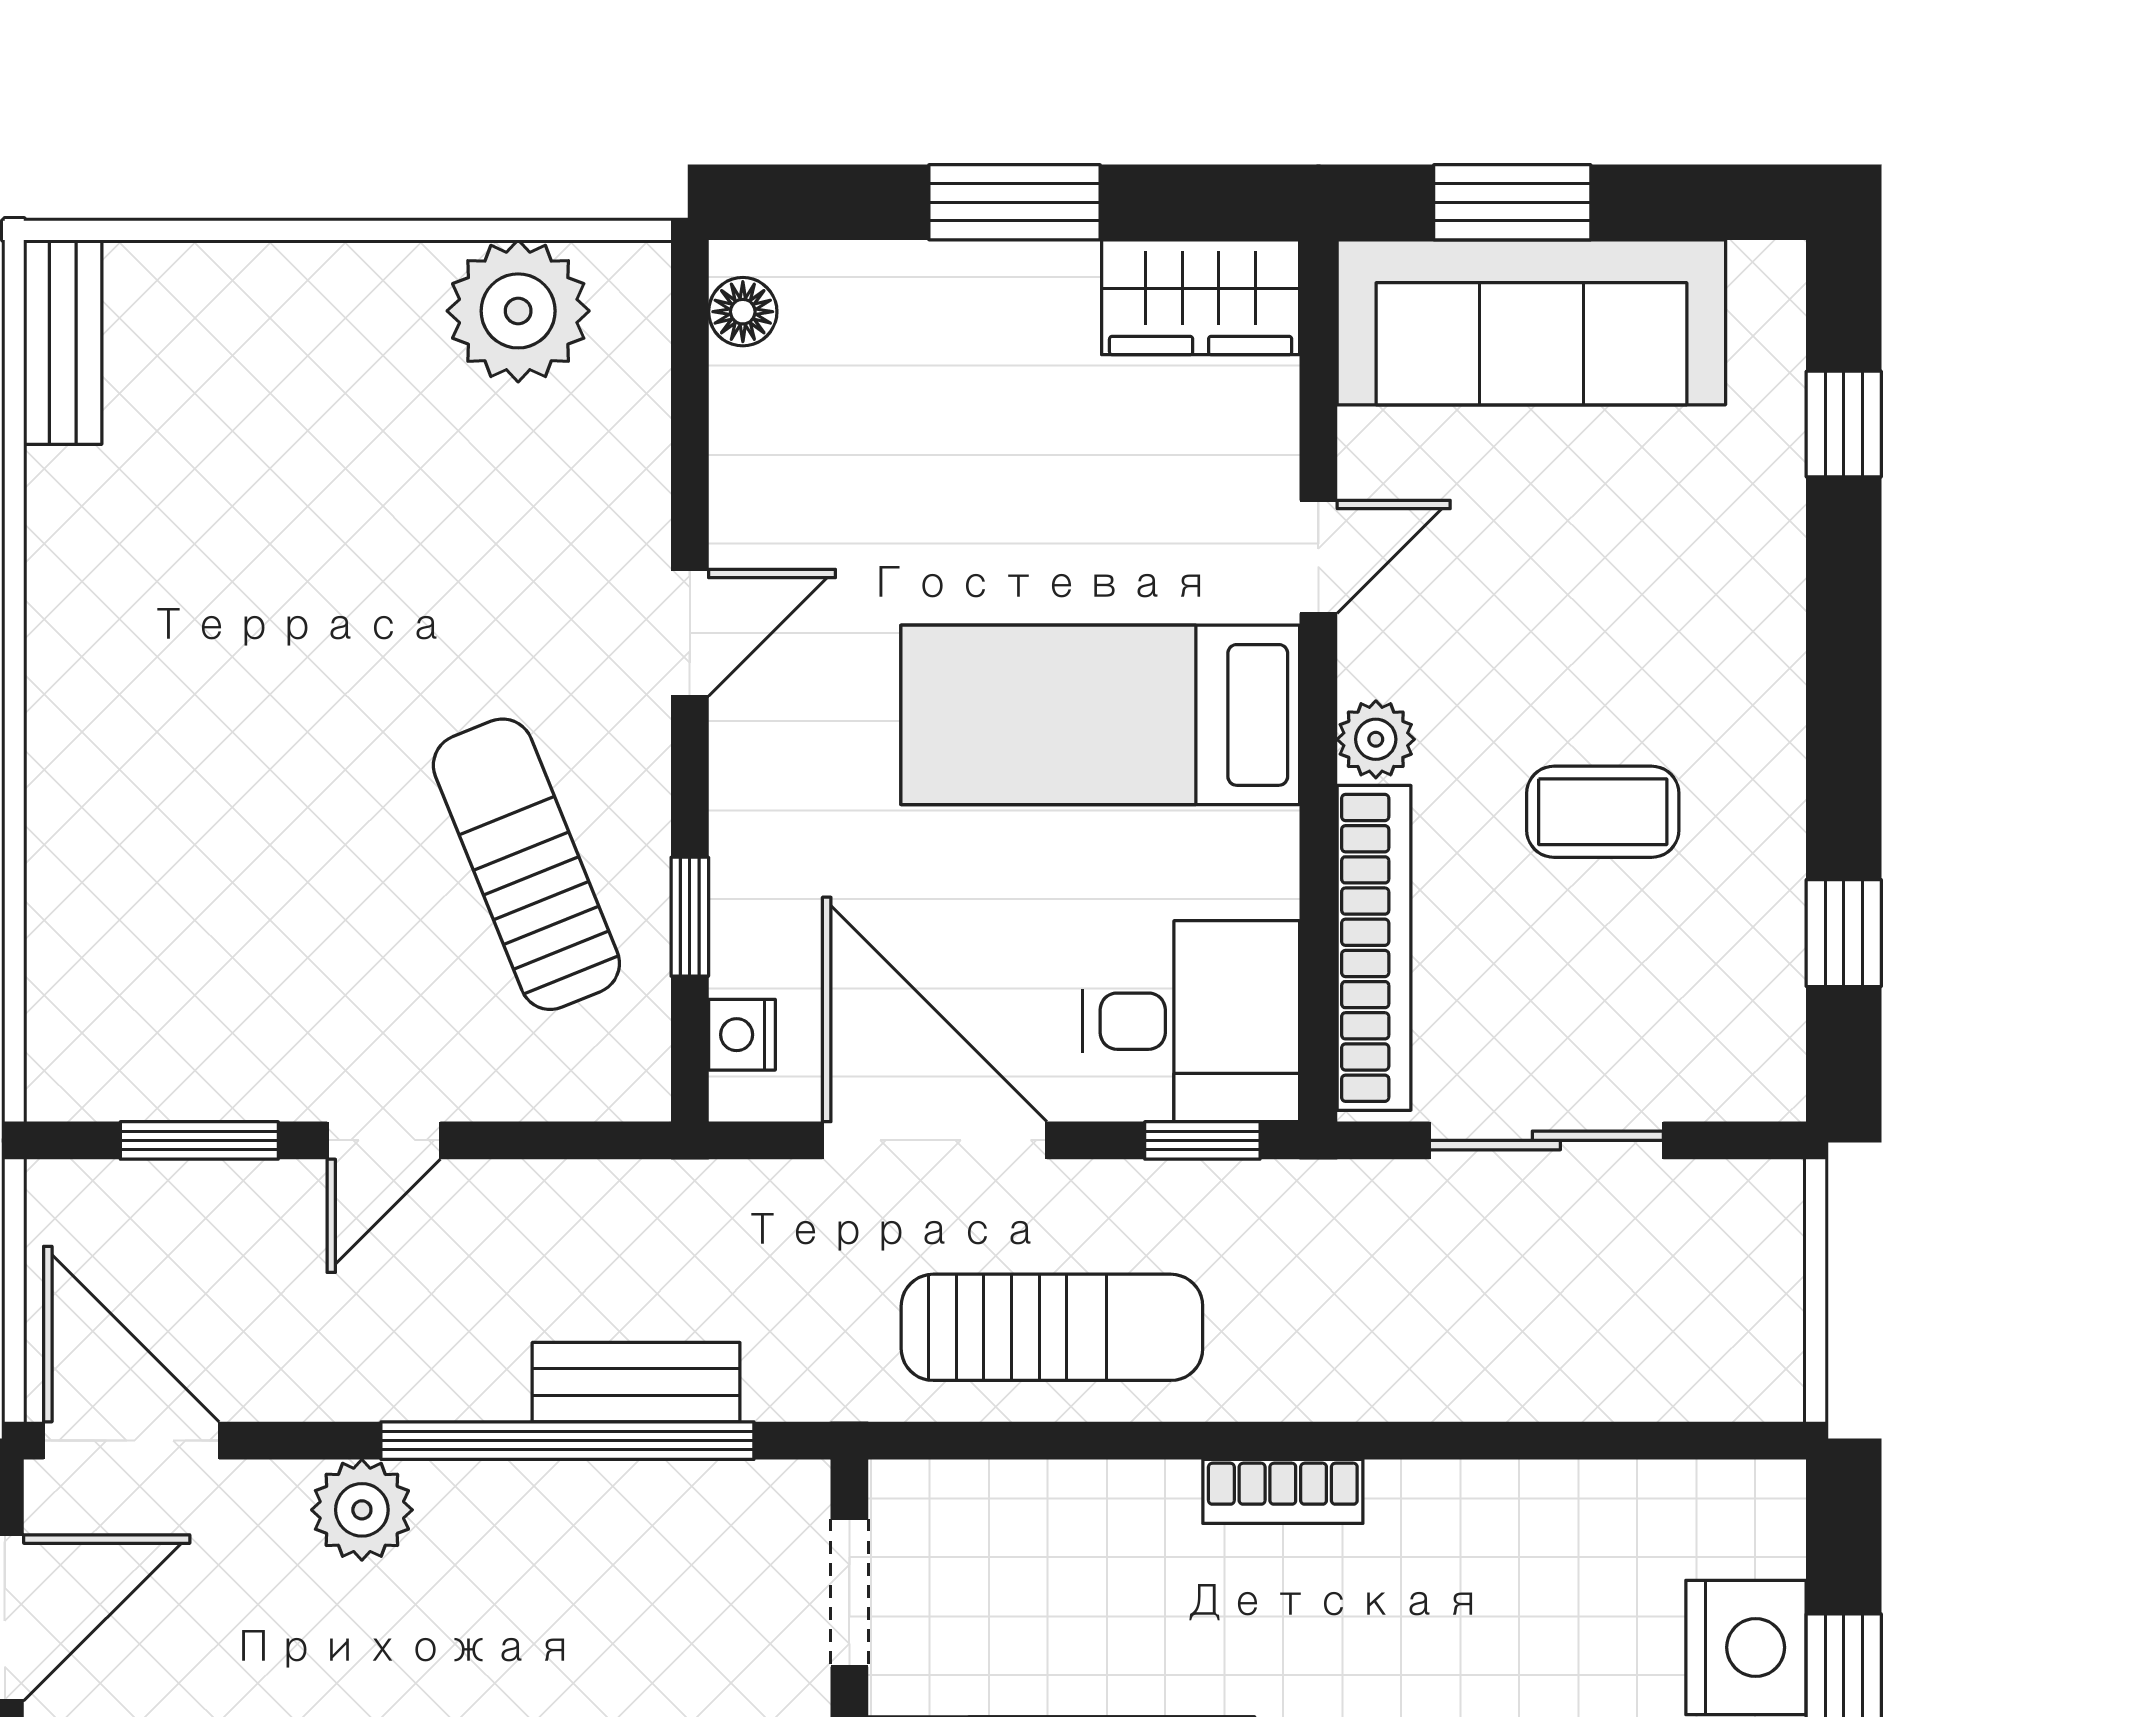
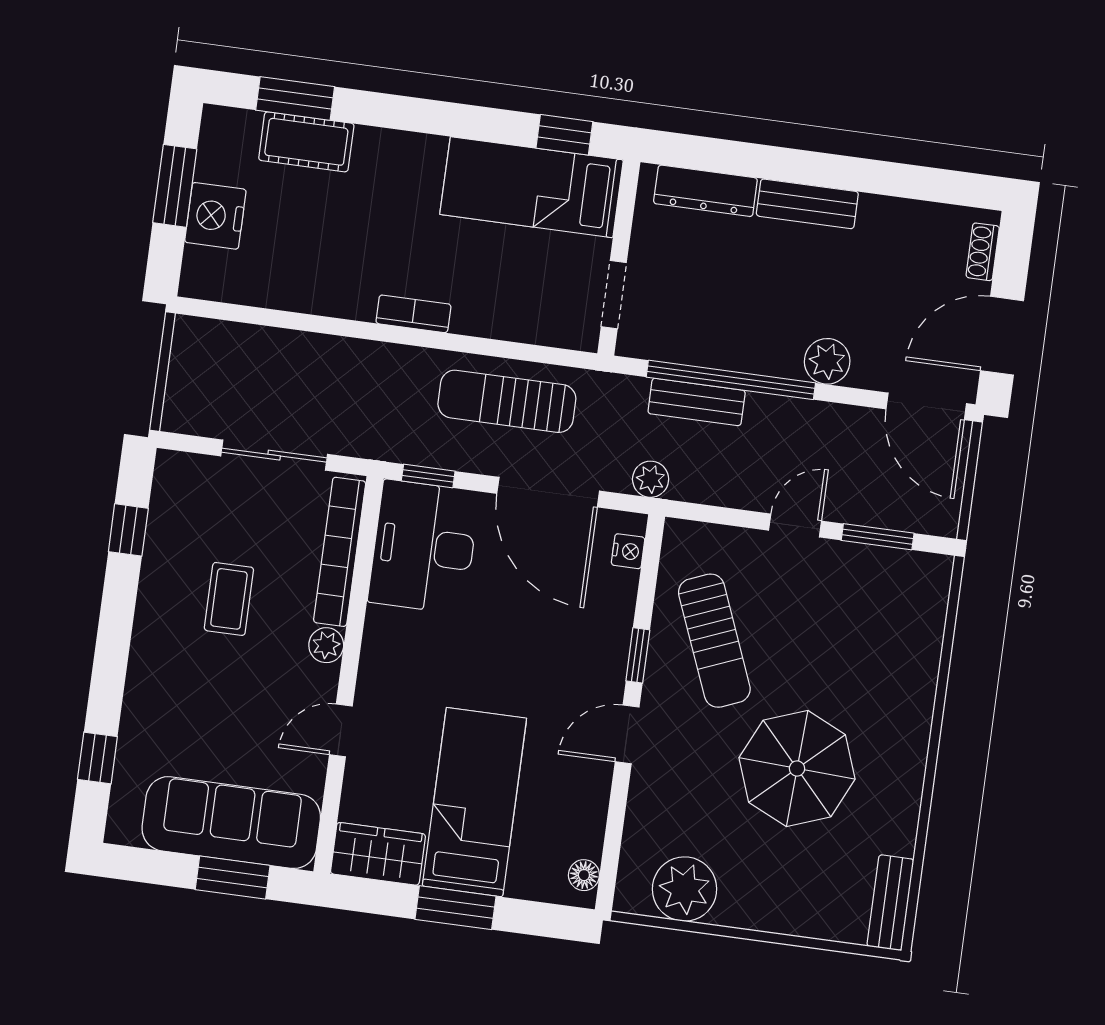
parasol: (307, 608) -> (797, 768), added
bed: (1100, 715) -> (474, 802), moved, turned -90
coffee table: (1603, 812) -> (229, 599), turned 90
window: (690, 917) -> (638, 655), moved
desk: (1191, 1021) -> (424, 547), width x1.37
plant: (714, 1199) -> (651, 479), added

